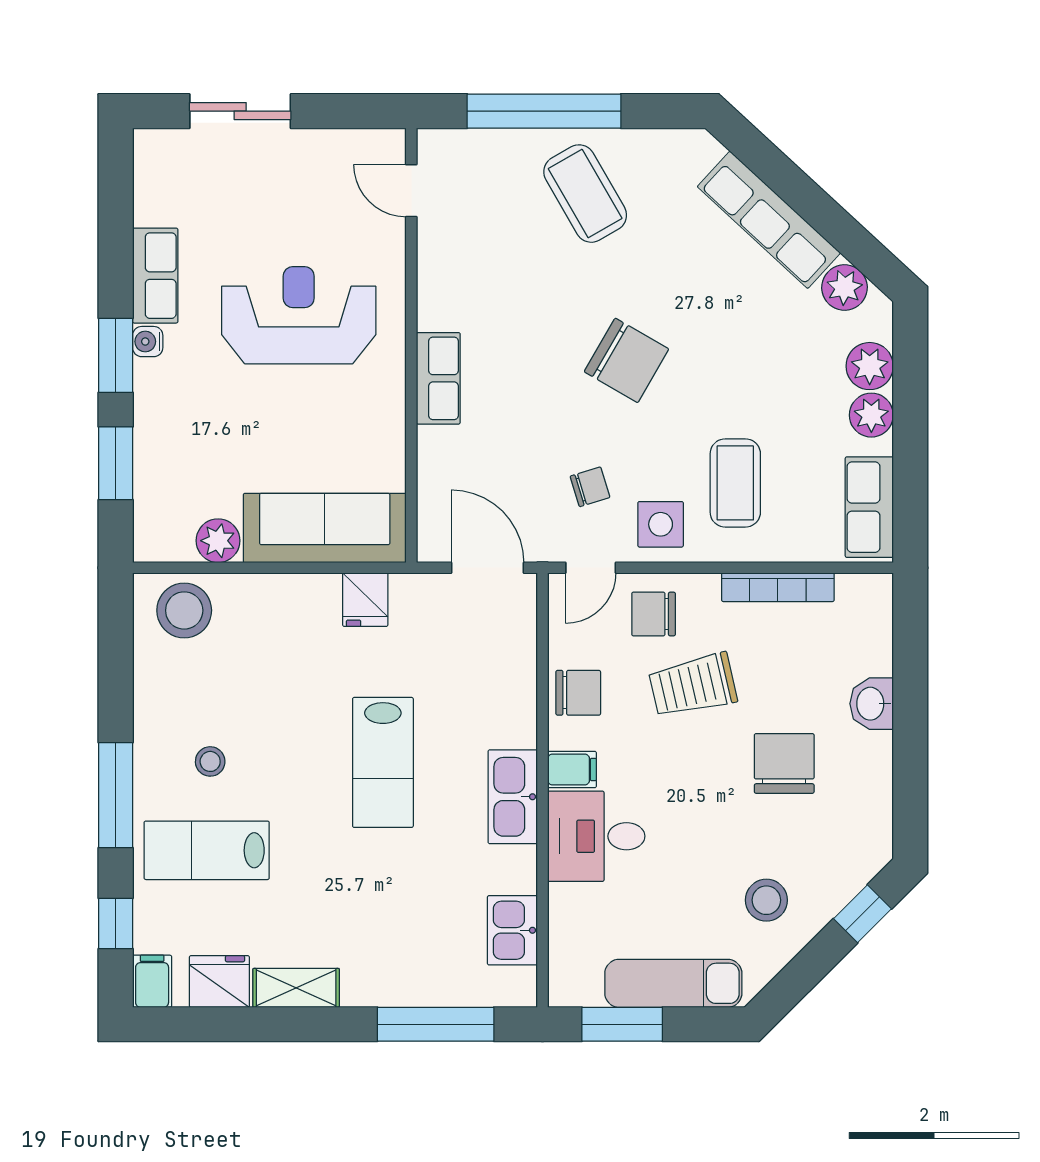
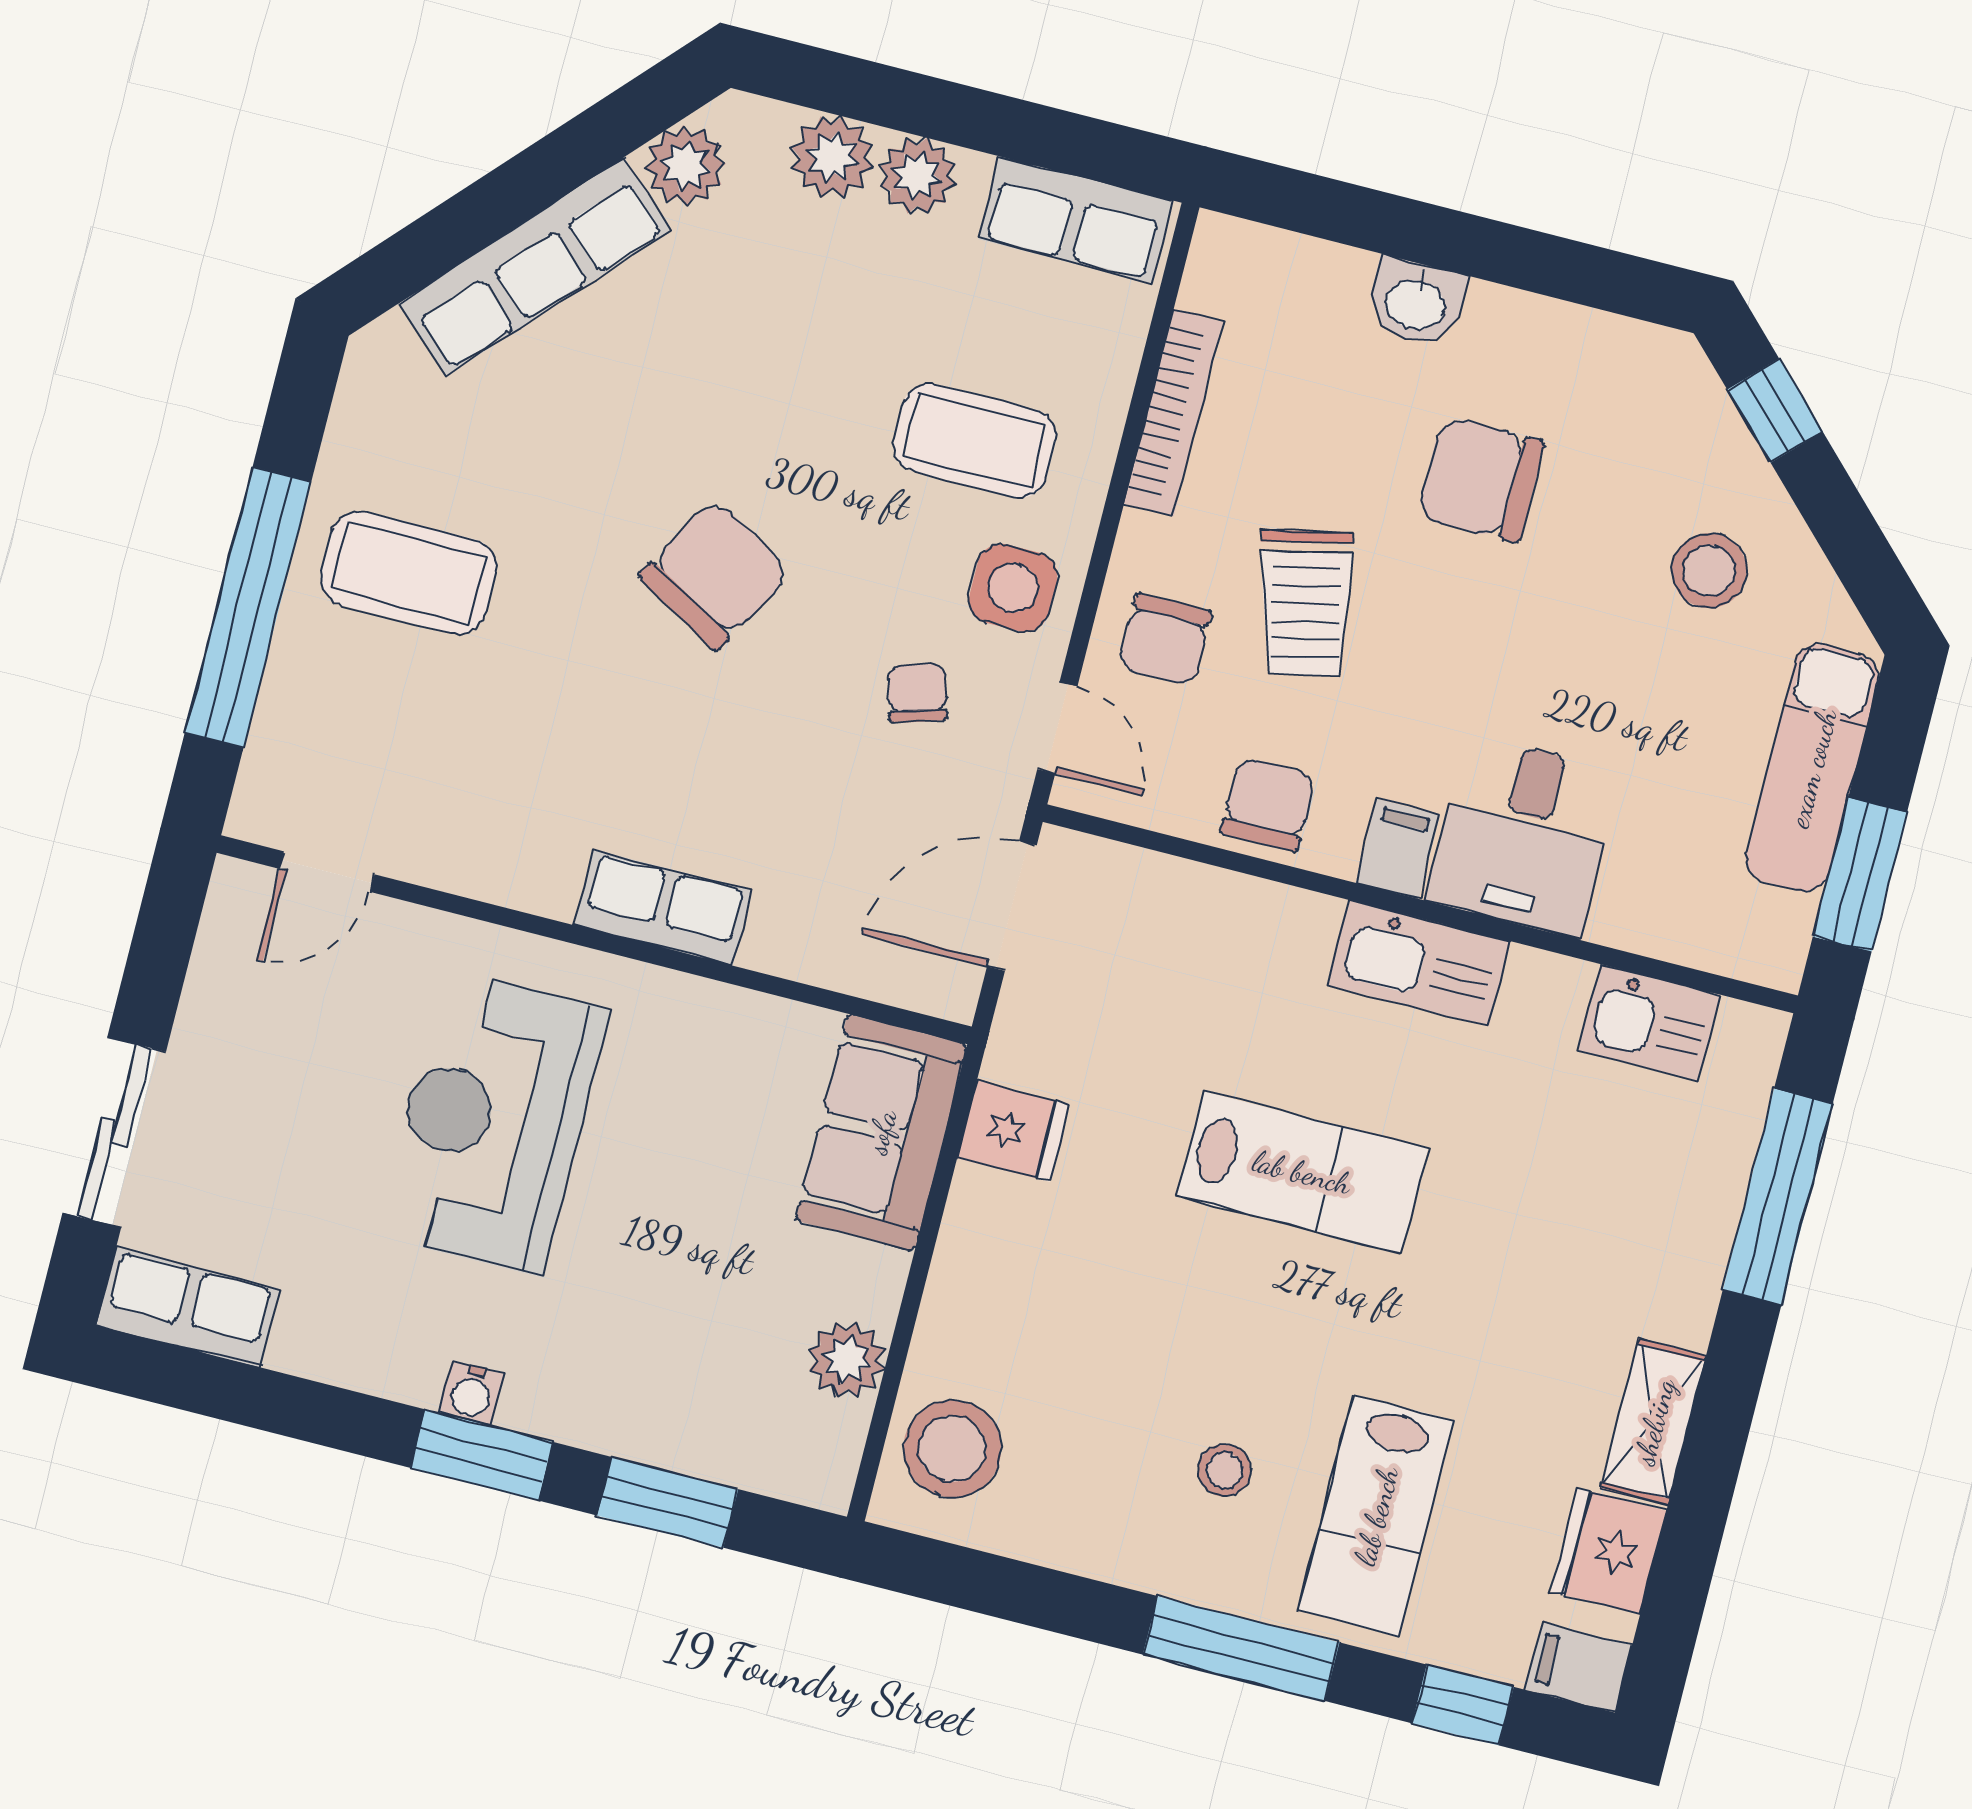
coffee table: (585, 194) -> (409, 573), turned 30
row of seats: (155, 276) -> (188, 1307), moved
sofa: (325, 528) -> (881, 1132), width x0.73

